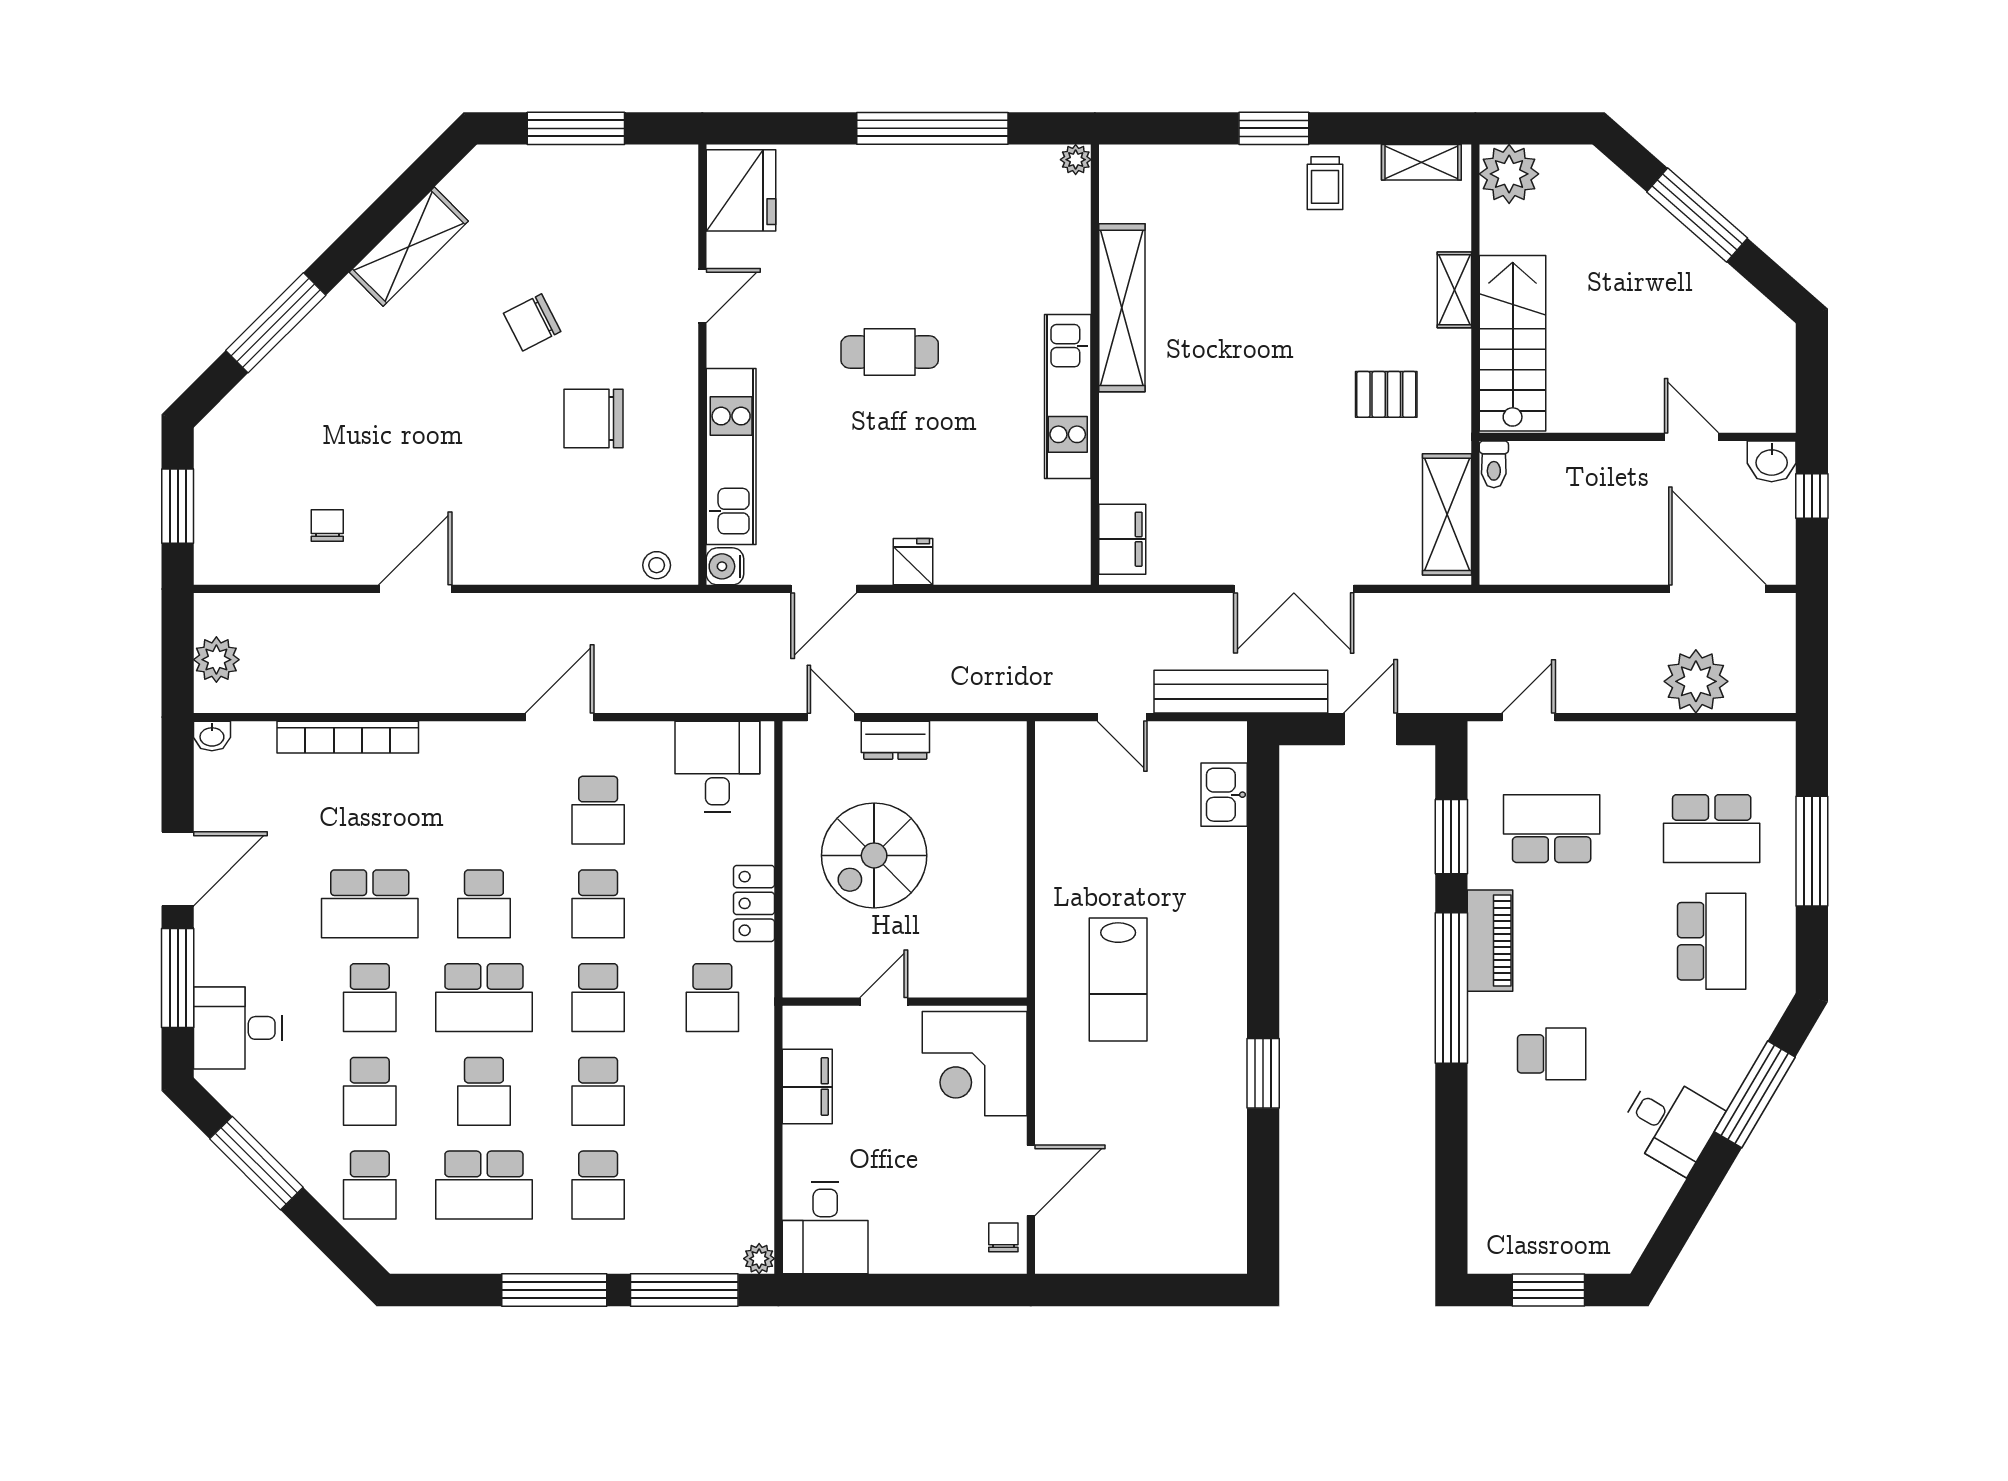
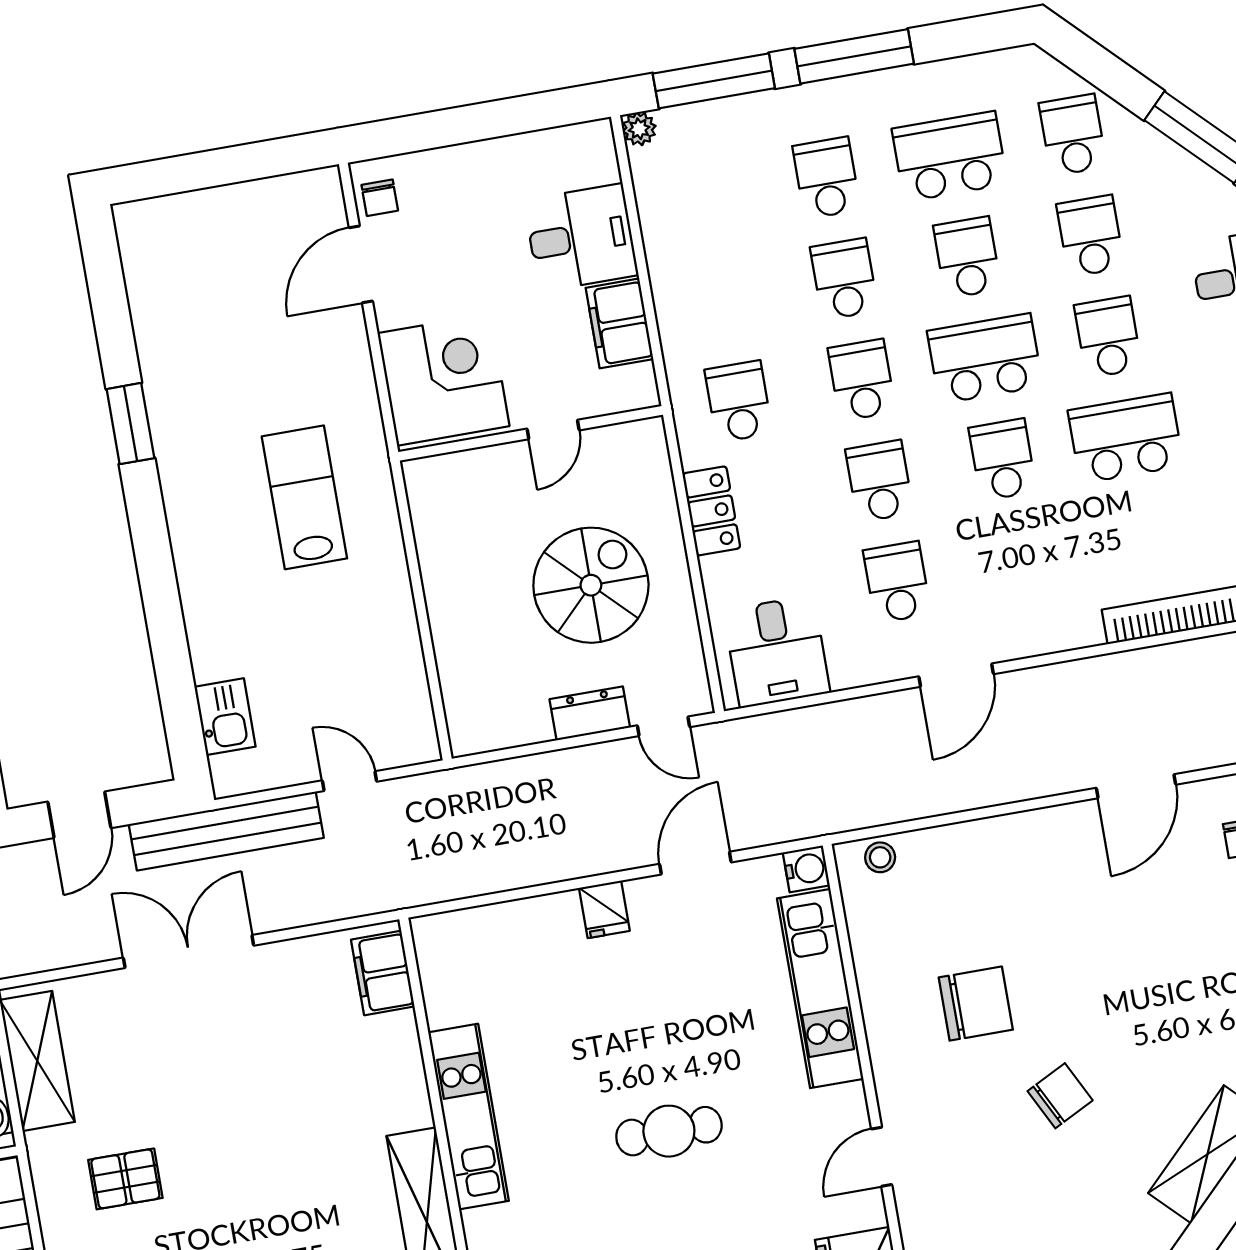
desk: (825, 1228) -> (581, 238), moved, turned 90

